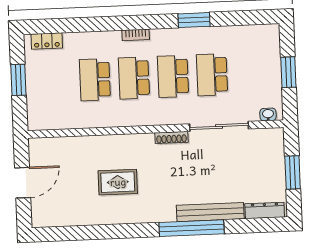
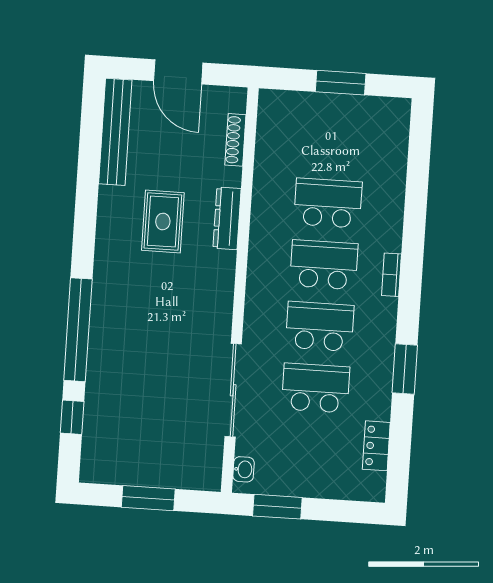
locker: (47, 41) -> (376, 446), moved
window: (288, 72) -> (277, 507), moved
shoe rack: (171, 137) -> (235, 140), moved
dresser: (265, 210) -> (227, 218), moved, turned 180
bench: (210, 212) -> (115, 132), moved
window: (247, 226) -> (72, 417), added

